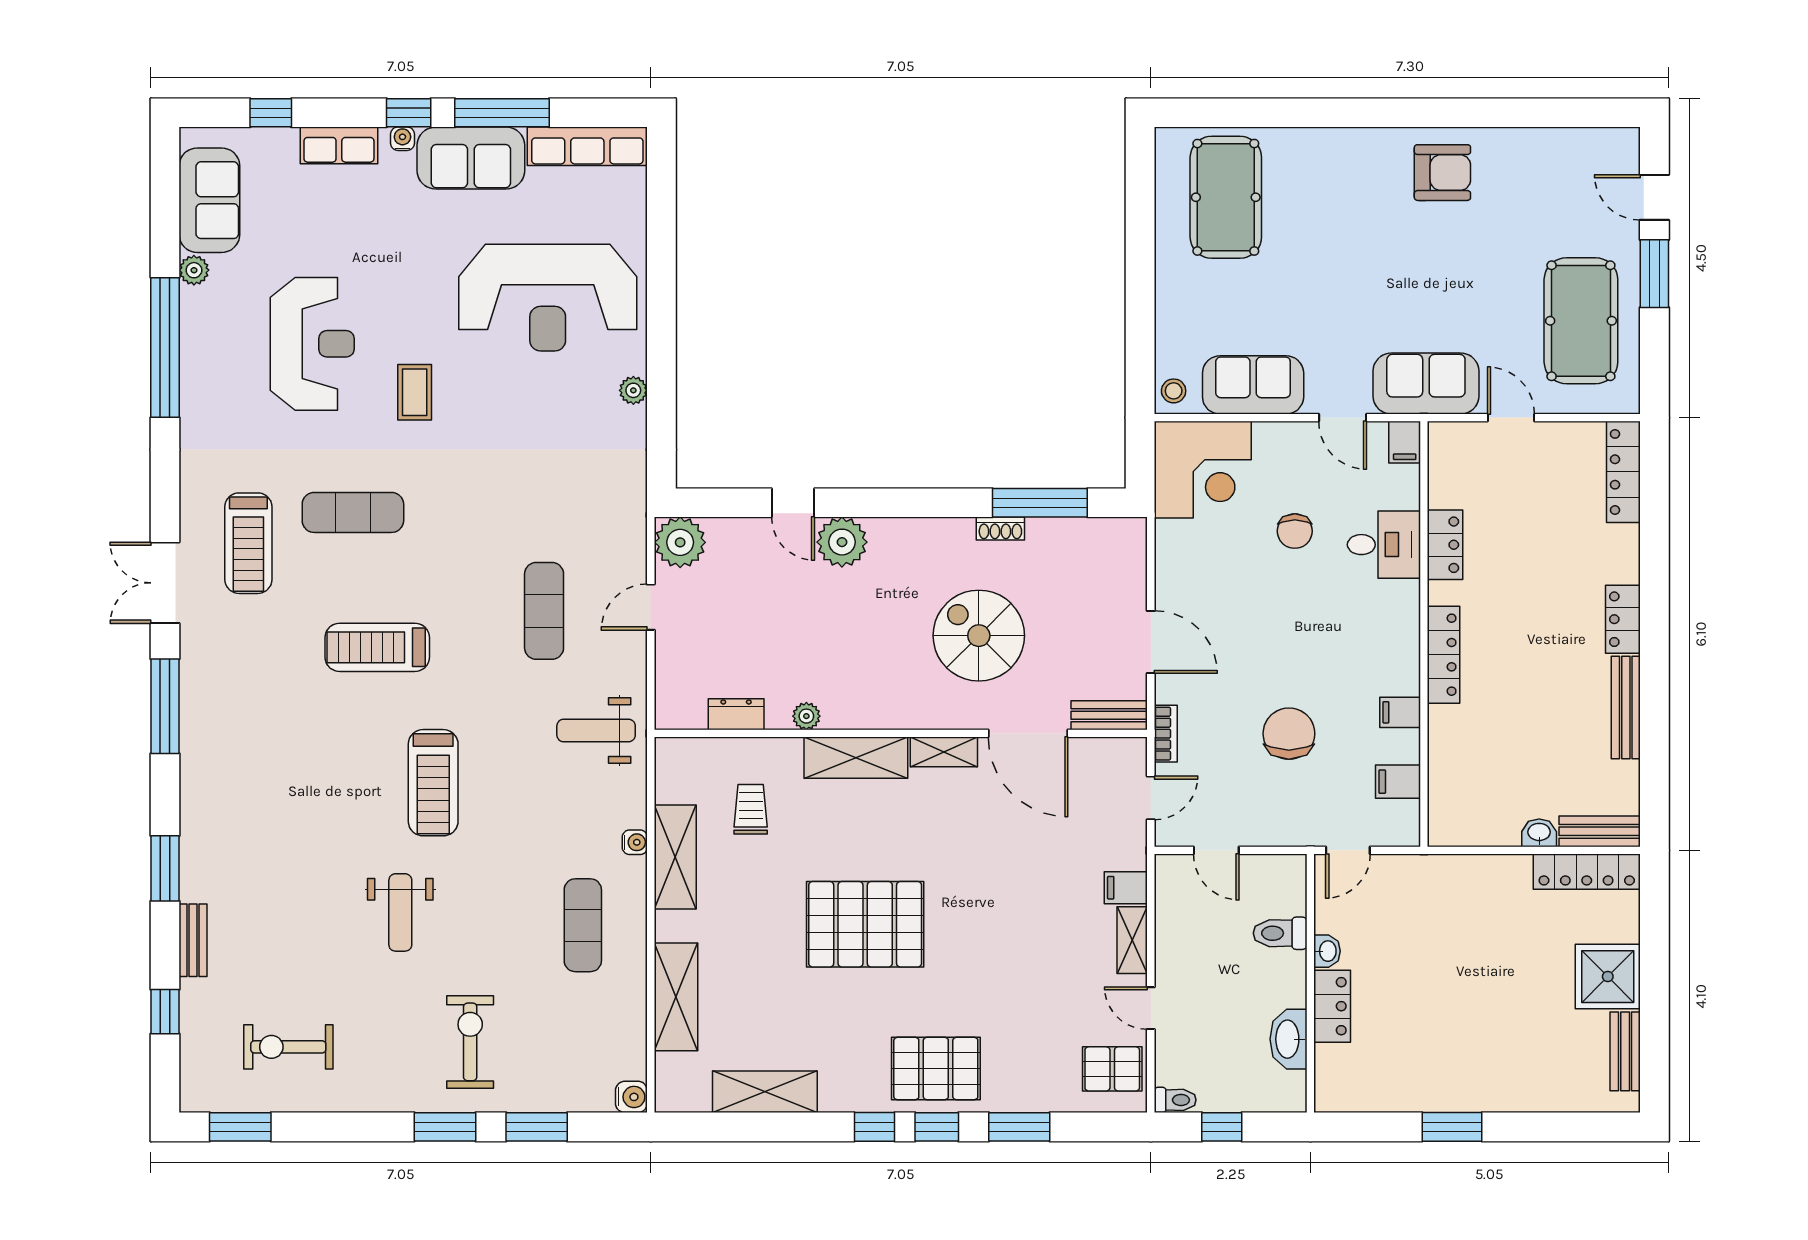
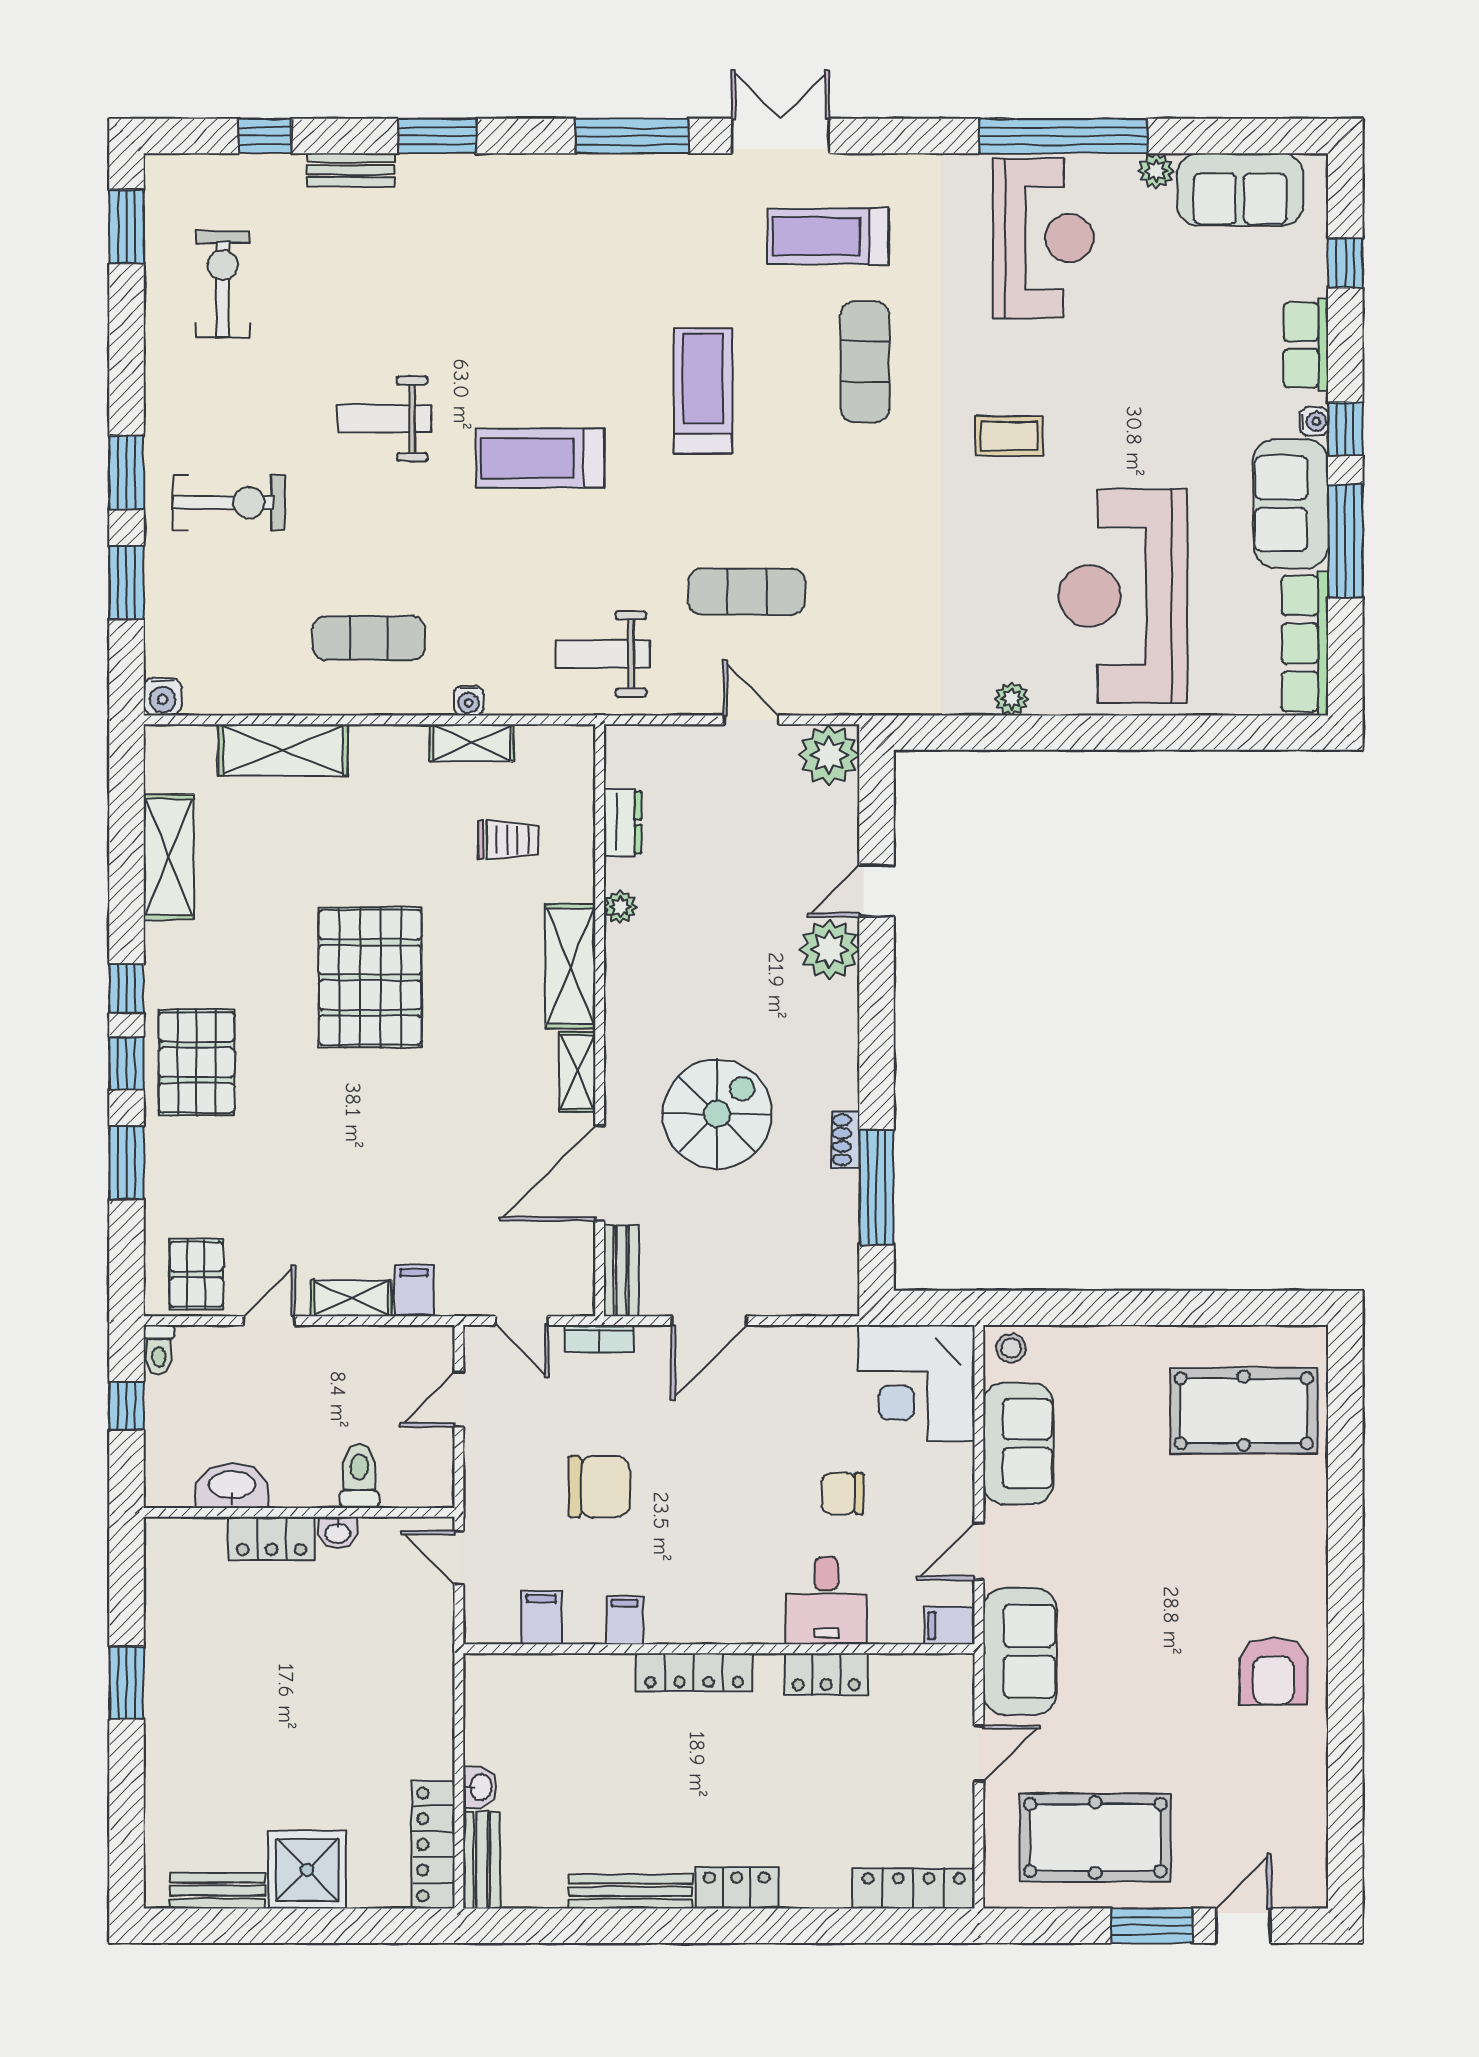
reception desk: (312, 344) -> (1043, 238), moved, turned -90
weight bench: (596, 731) -> (603, 654), turned -90
shelving: (675, 857) -> (472, 743), width x0.67, depth x0.75

